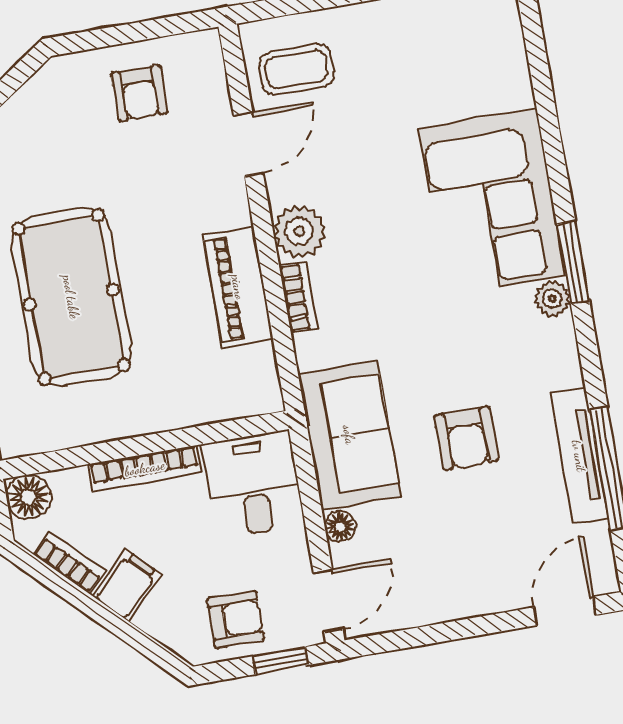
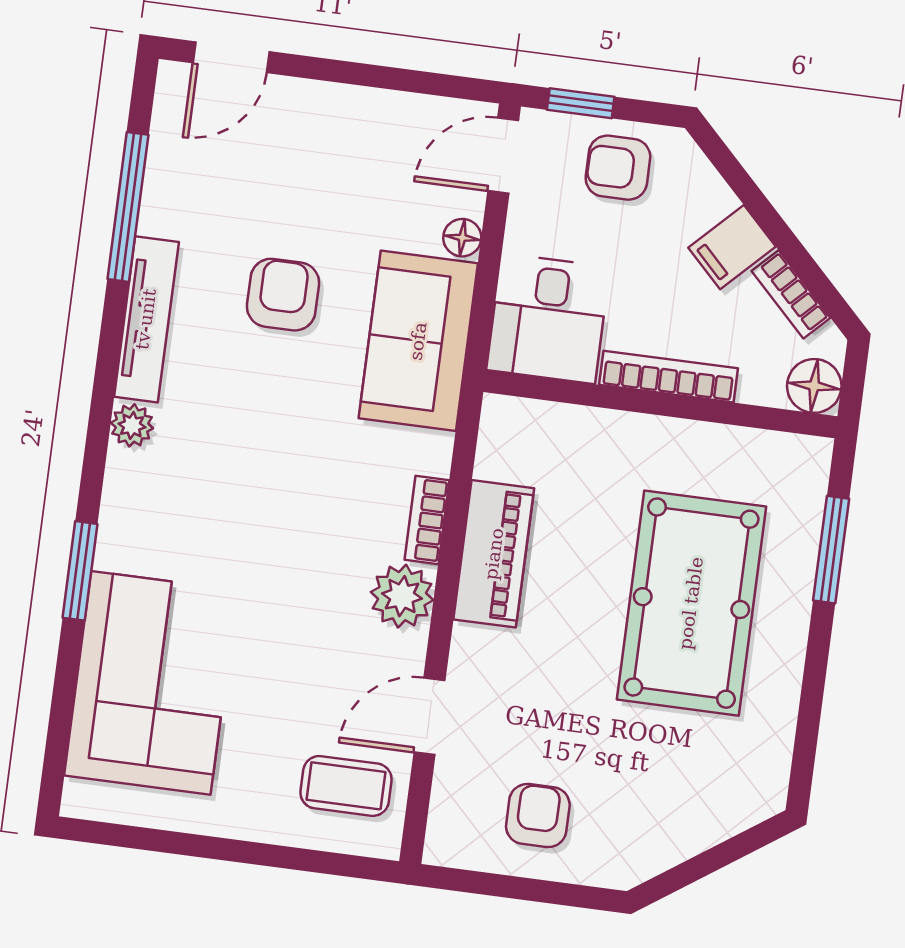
corner sofa: (492, 202) -> (151, 683), moved
window: (573, 262) -> (80, 571), moved
tv unit: (579, 456) -> (146, 319), moved

